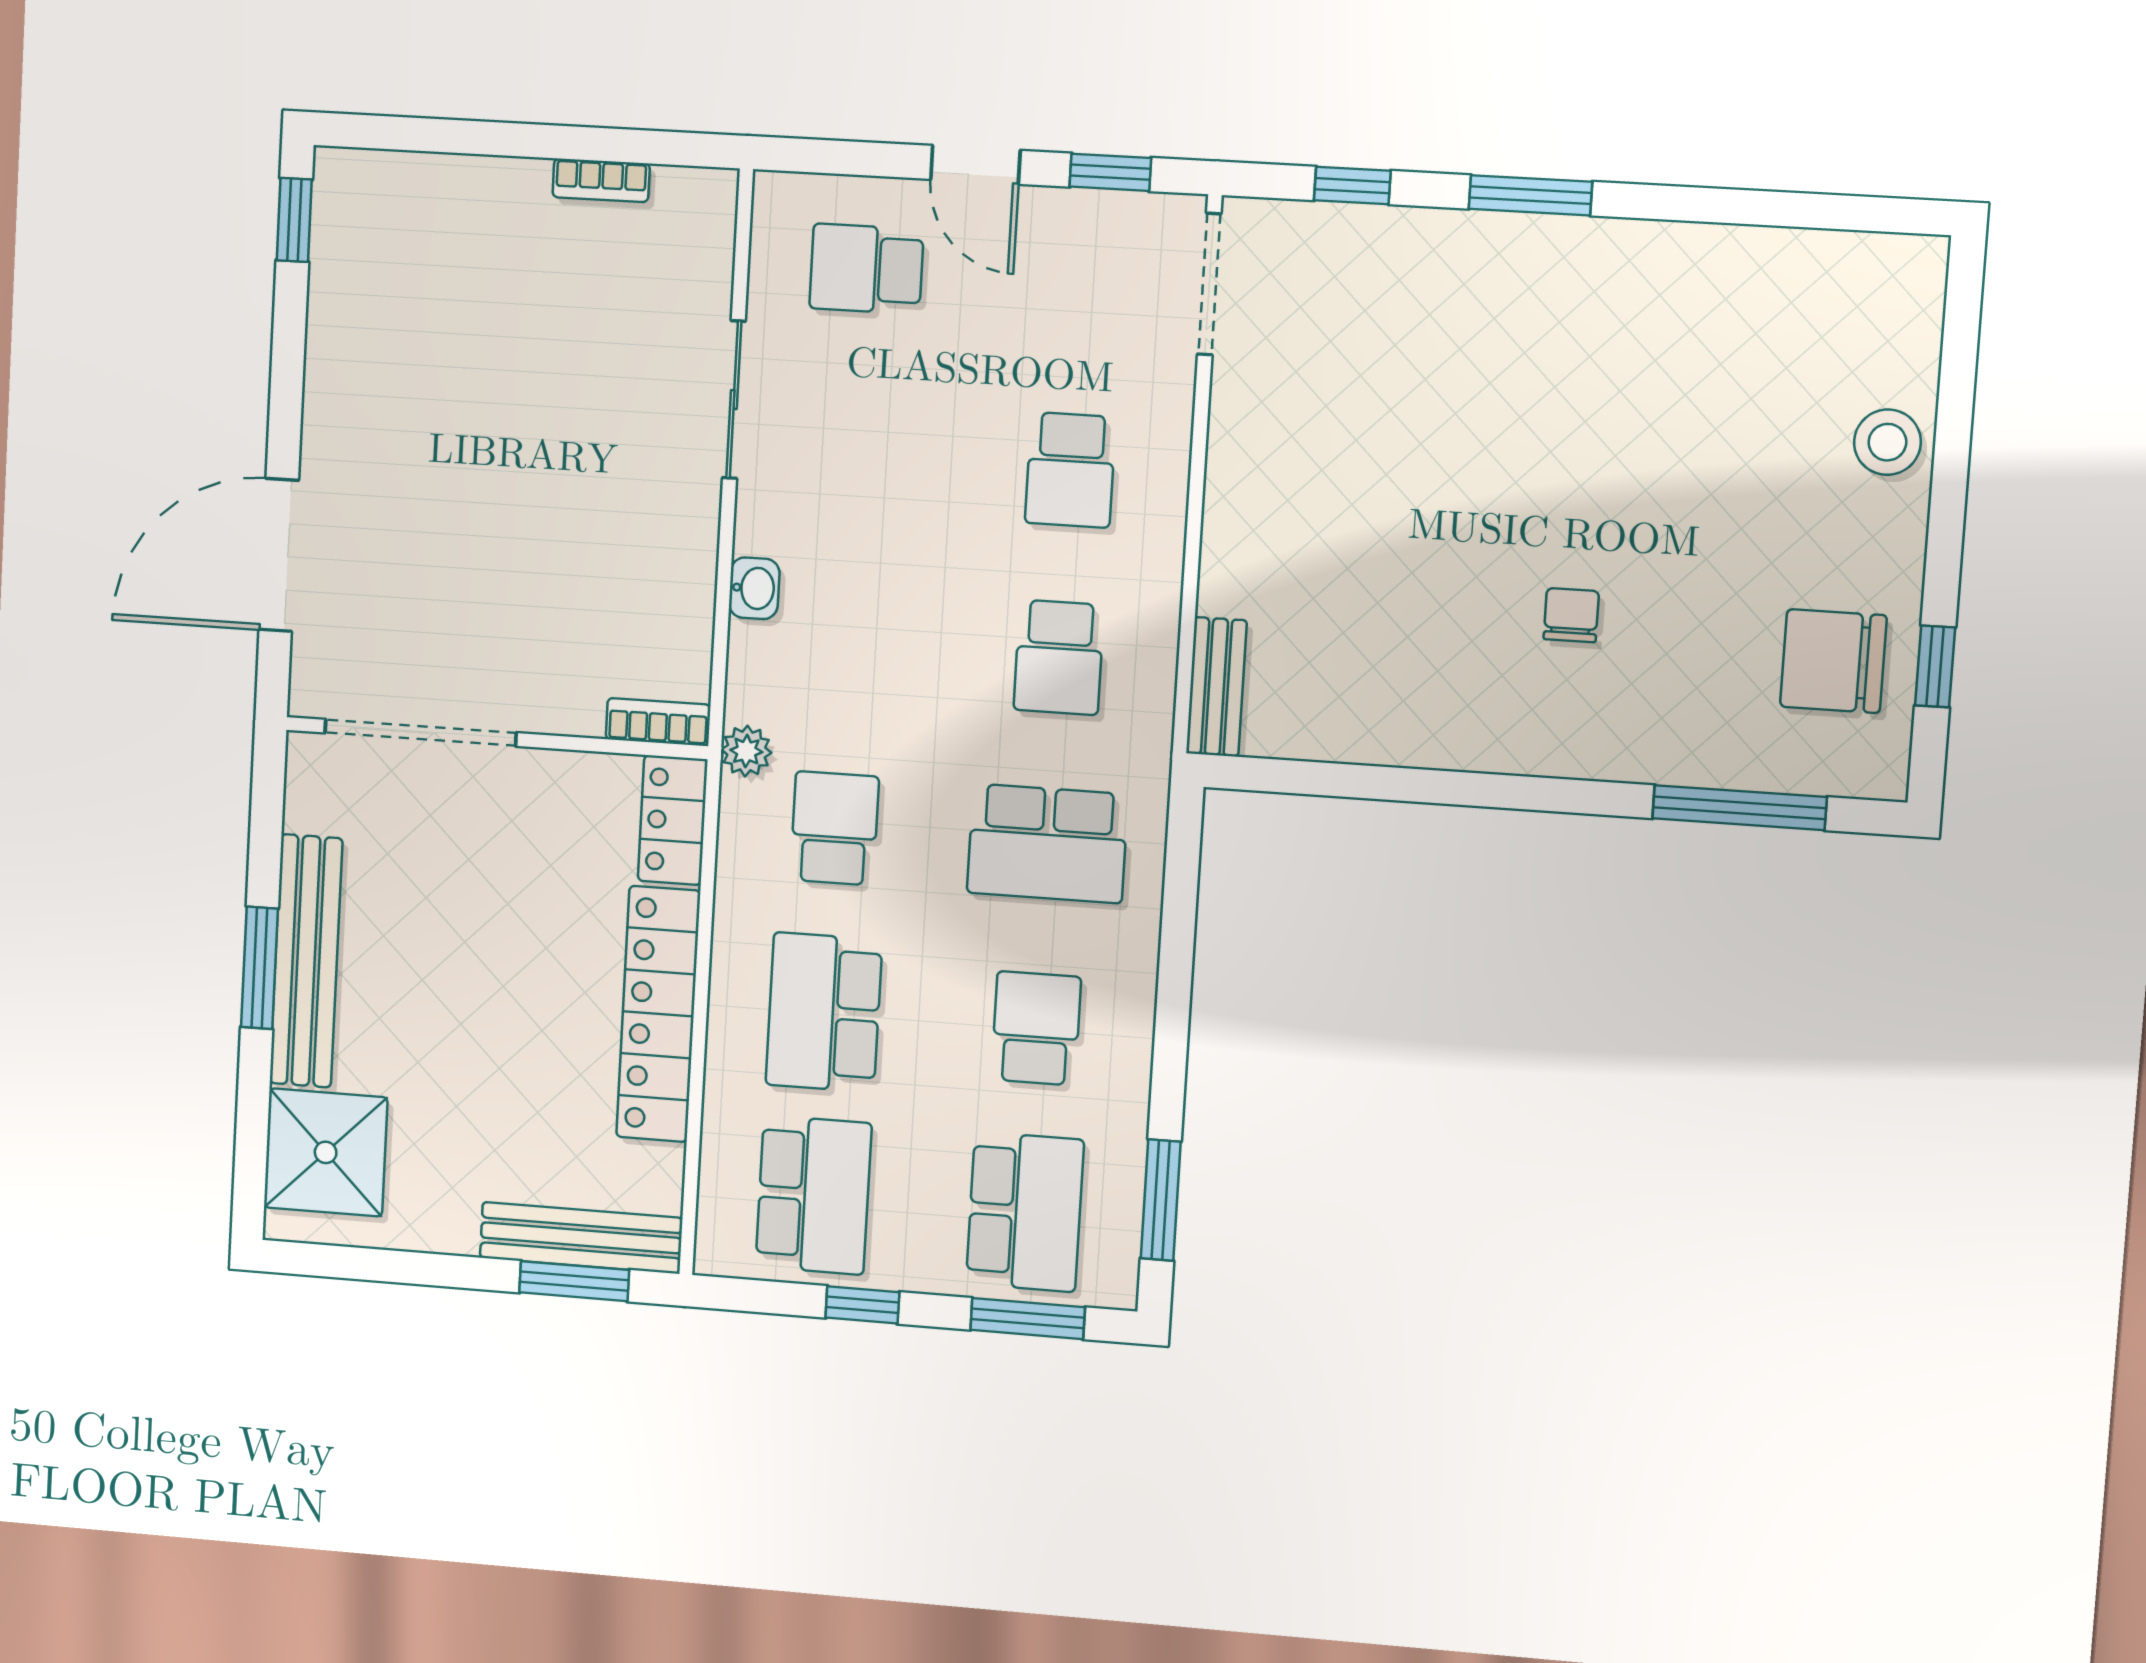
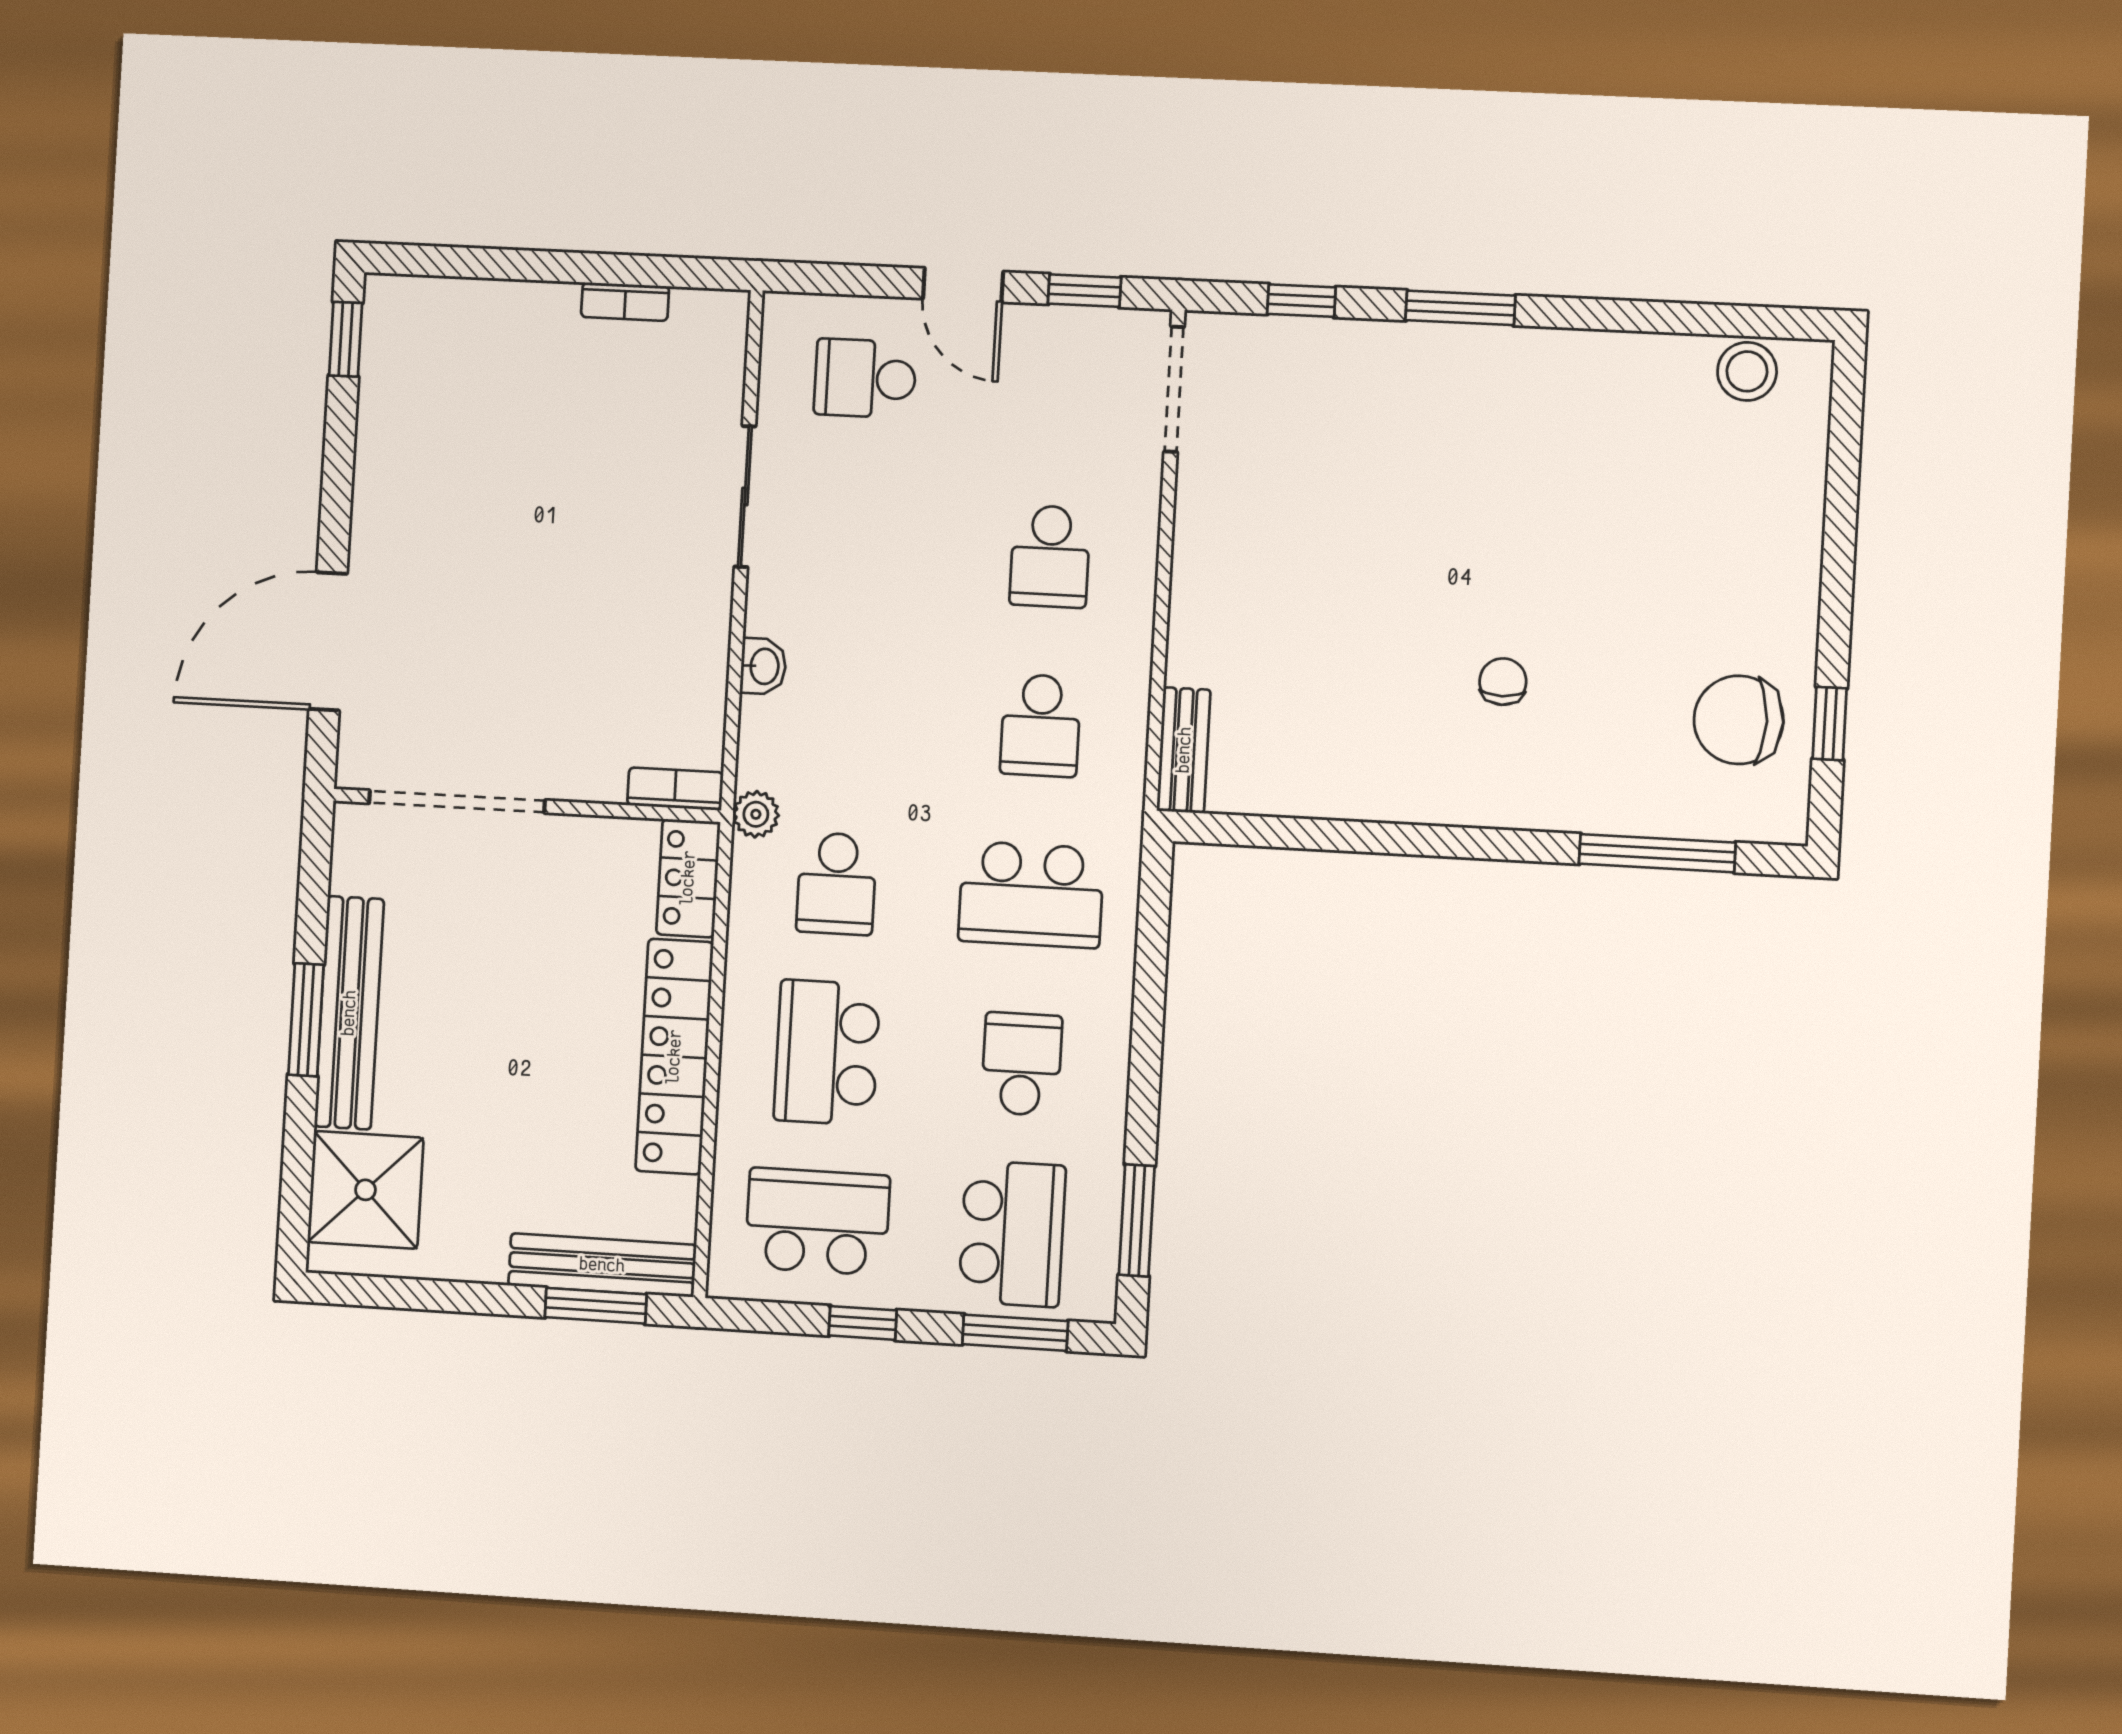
stool: (1887, 442) -> (1747, 371), moved
school desk: (835, 828) -> (837, 884), turned 180
school desk: (814, 1195) -> (817, 1221), turned -90

